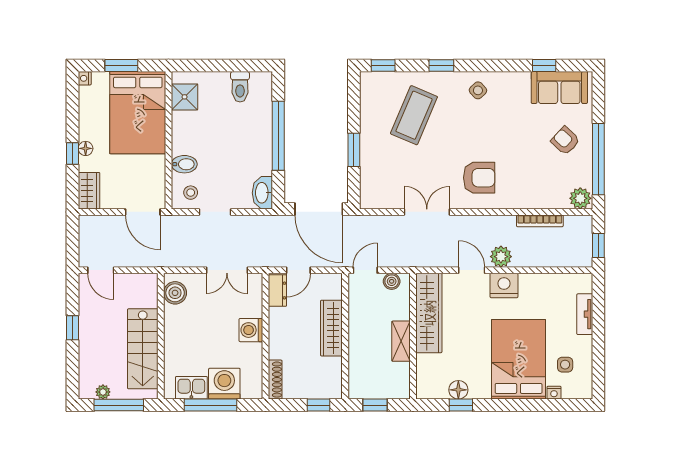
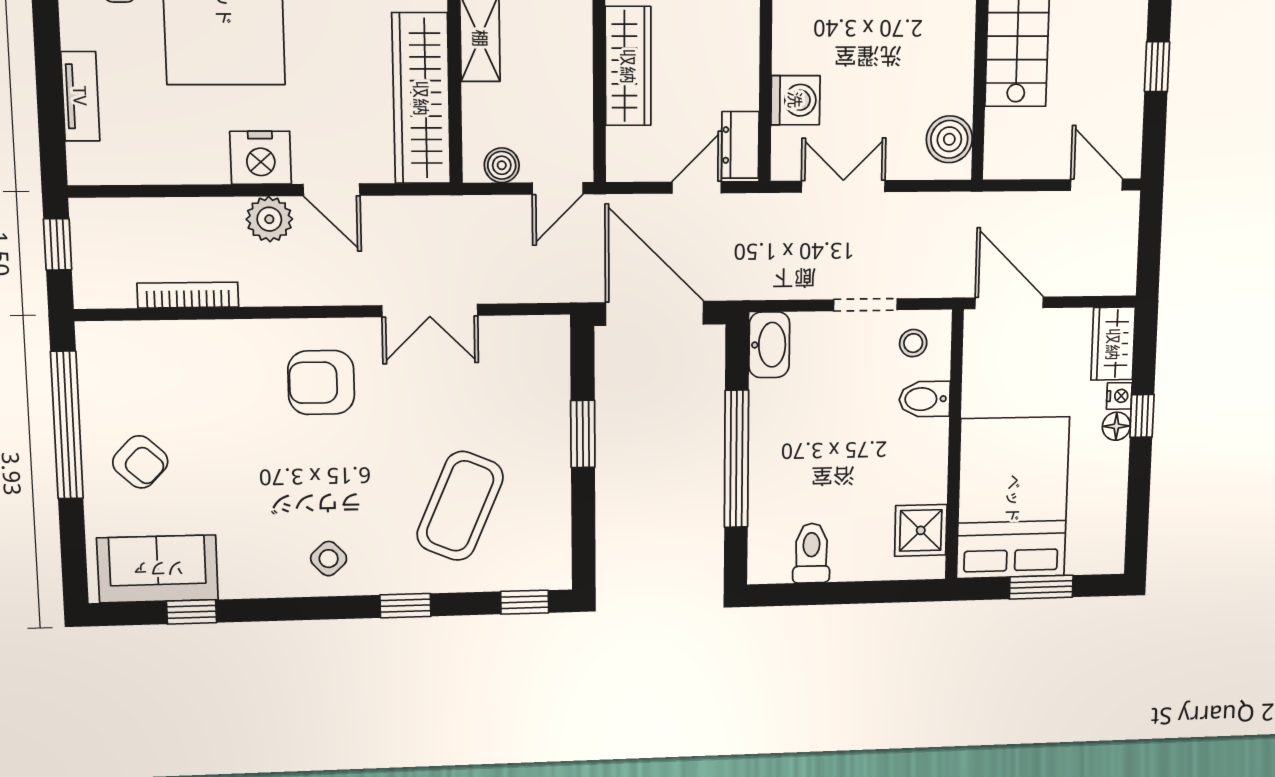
nightstand: (85, 78) -> (1119, 396), moved
plant: (580, 198) -> (102, 343), removed
washing machine: (251, 330) -> (795, 100), moved

